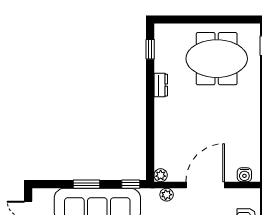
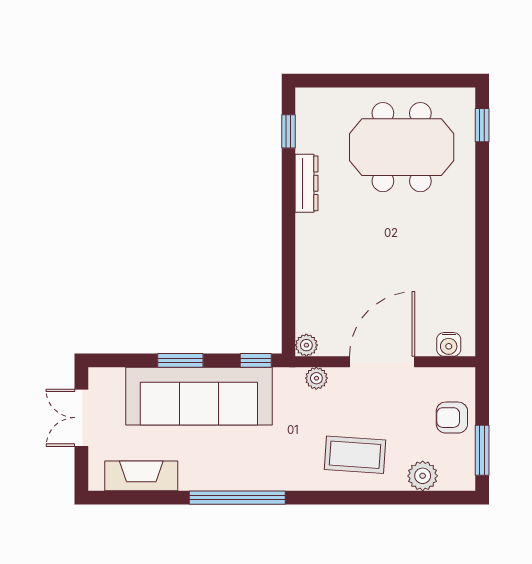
dresser: (161, 85) -> (307, 183), width x1.44

